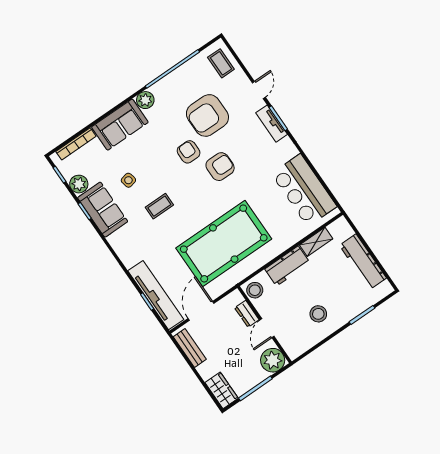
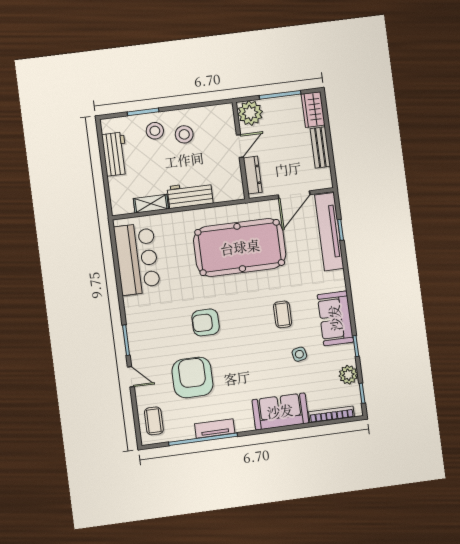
door: (259, 90) -> (131, 377), swing flipped
plant: (145, 100) -> (244, 423), removed
armchair: (207, 115) -> (192, 377), turned -90
tv unit: (272, 124) -> (215, 428), moved, turned -90
armchair: (189, 152) -> (228, 352), removed
coffee table: (159, 206) -> (283, 314), turned 90
sofa: (103, 210) -> (335, 318), moved
workbench: (363, 262) -> (115, 154), width x0.73
stool: (255, 290) -> (155, 131), moved
dresser: (247, 314) -> (253, 175), width x1.44
bench: (190, 348) -> (320, 147), moved

